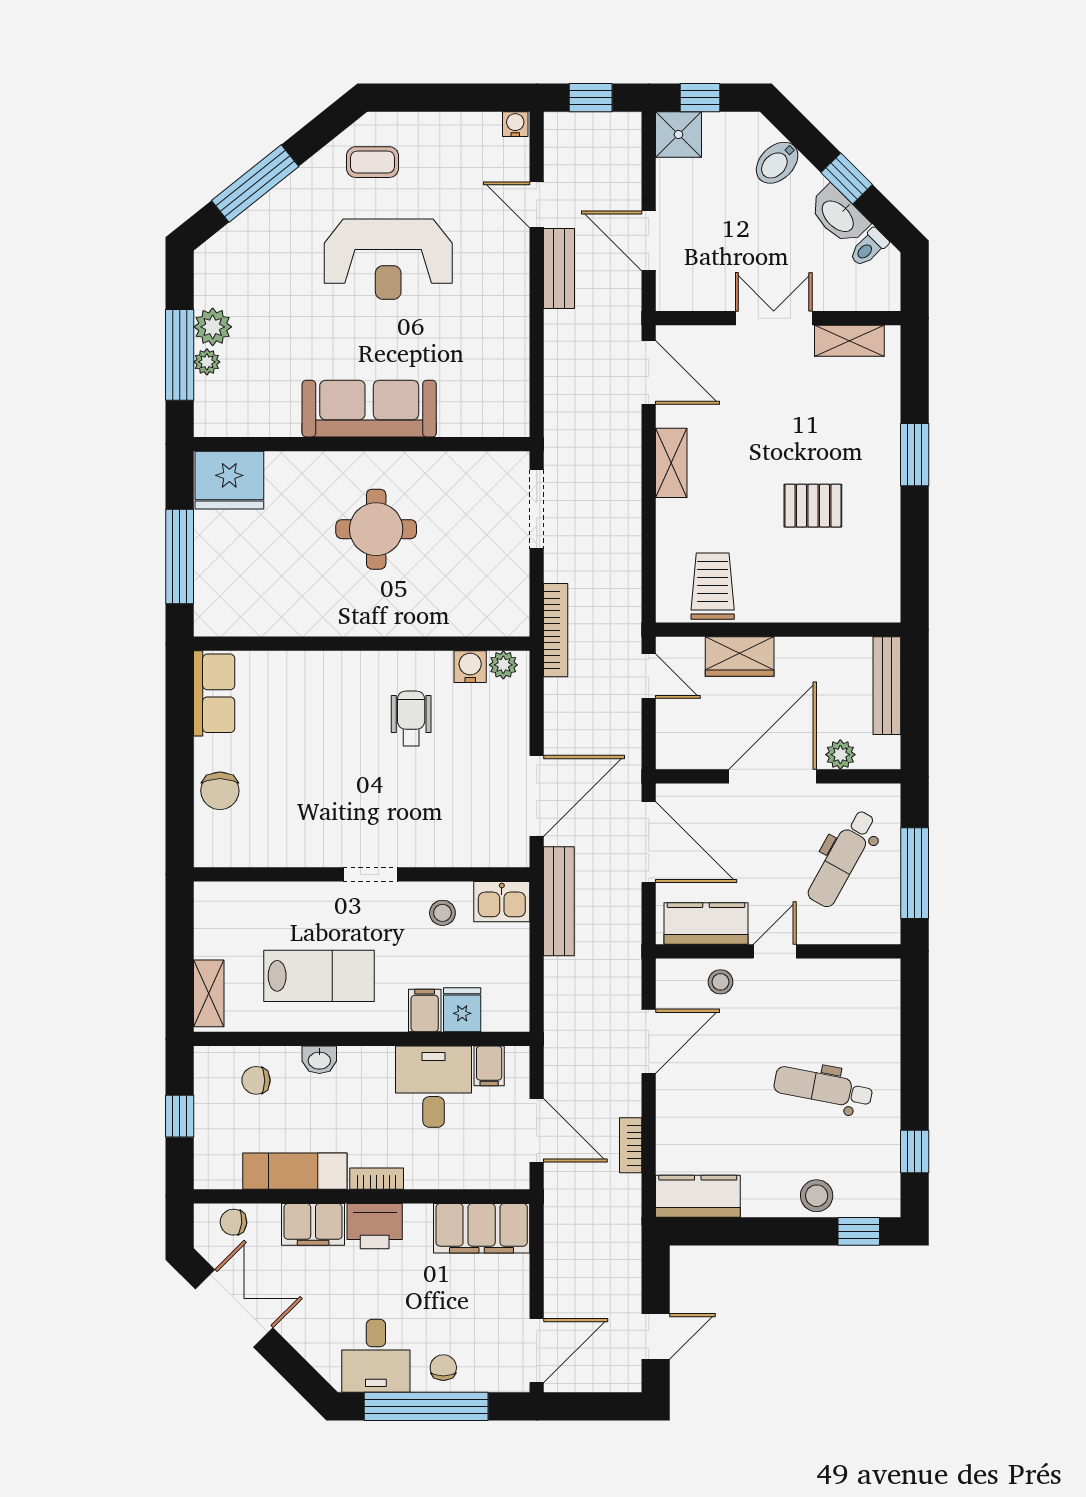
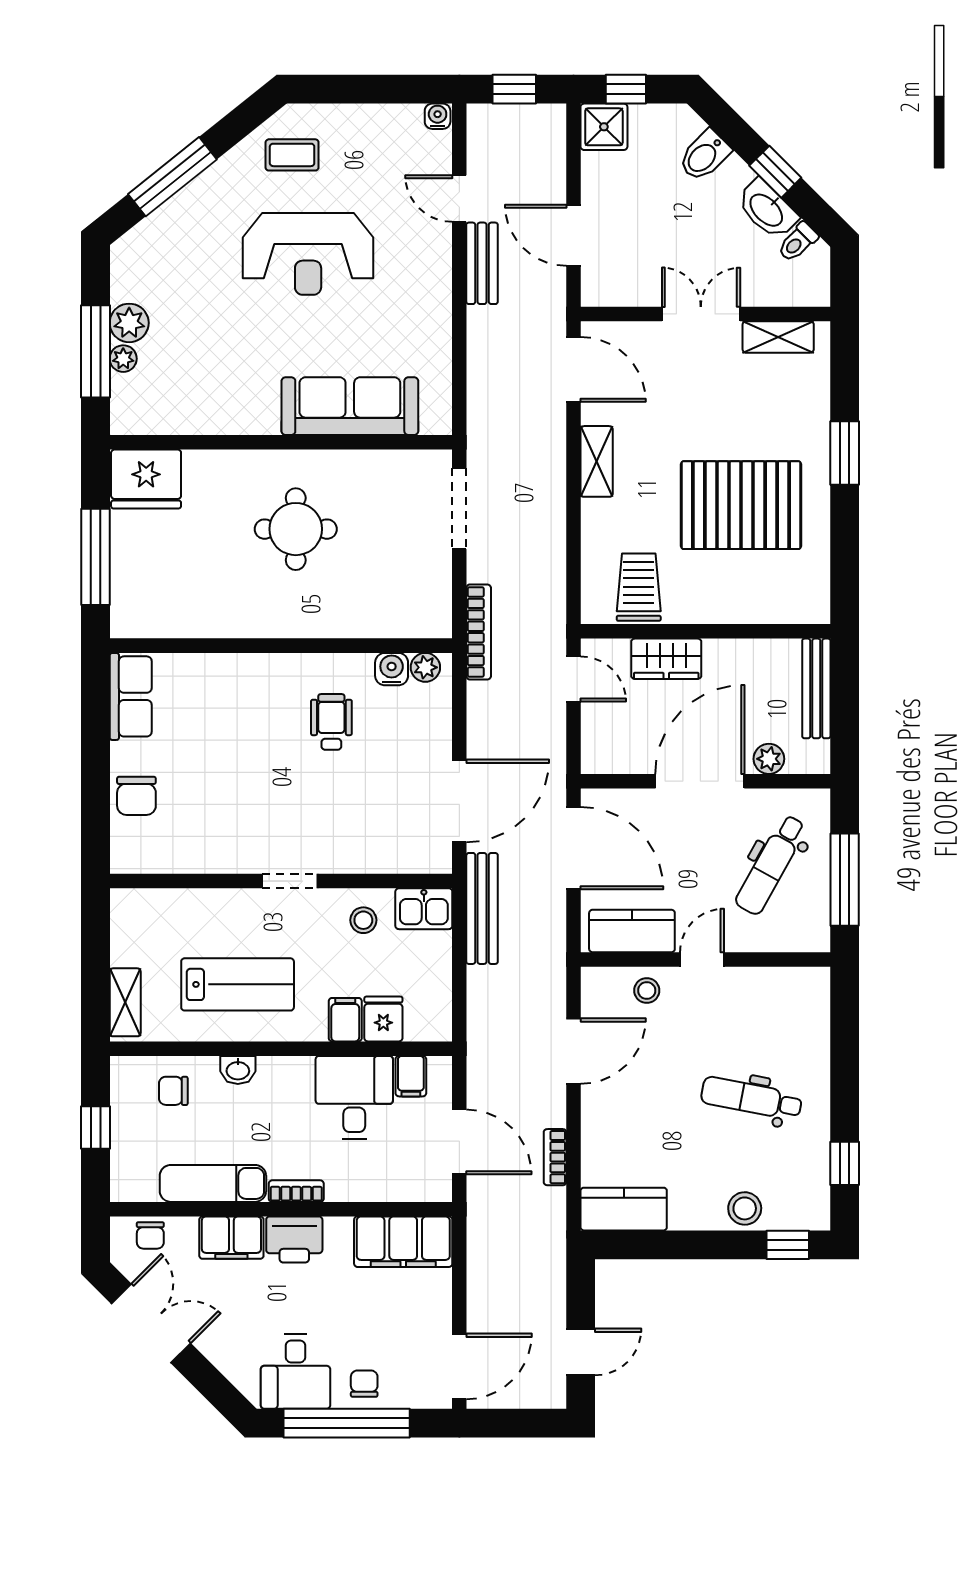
sofa: (369, 409) -> (350, 406), moved
pallet: (813, 506) -> (741, 505), width x2.05, depth x2.00
chair: (233, 1222) -> (150, 1235), turned -95

